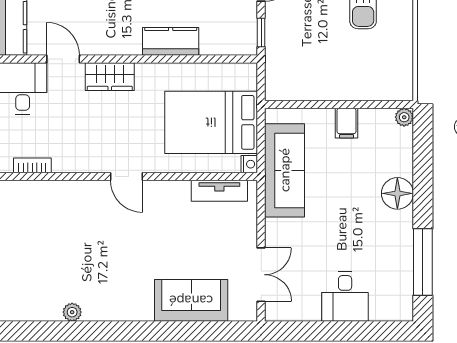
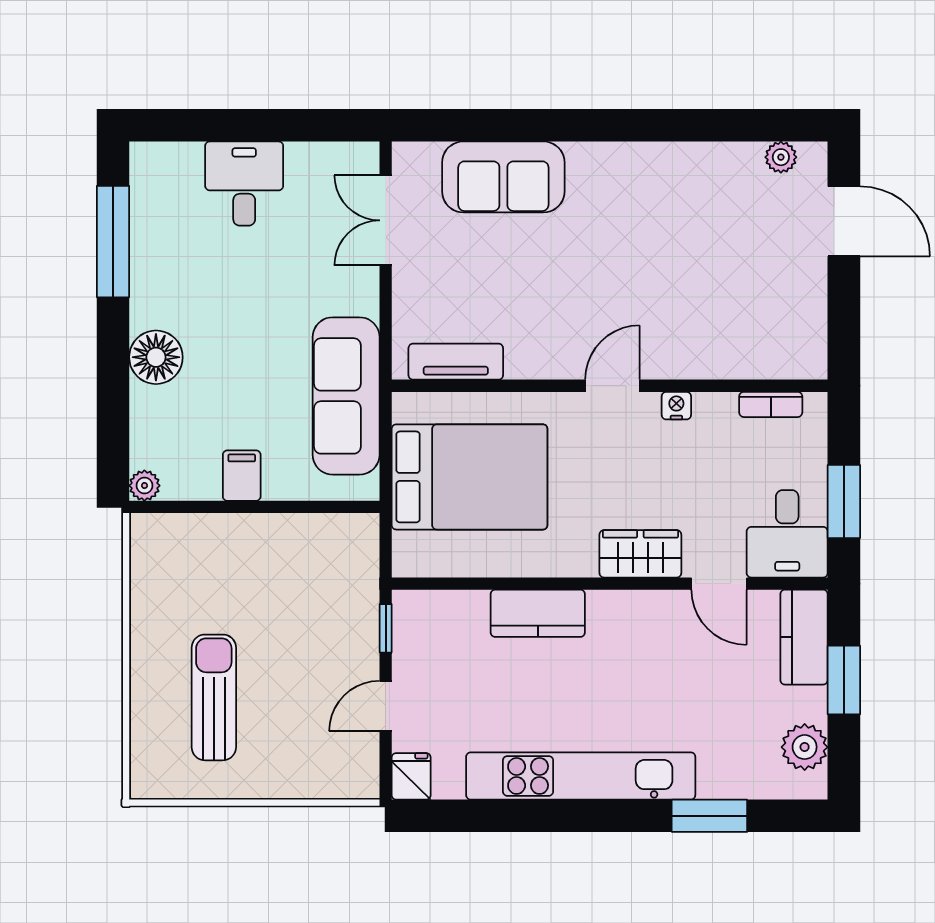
nightstand: (249, 164) -> (676, 406), moved, turned 90
door: (126, 176) -> (612, 386), hinge flipped
plant: (72, 312) -> (781, 157), moved

